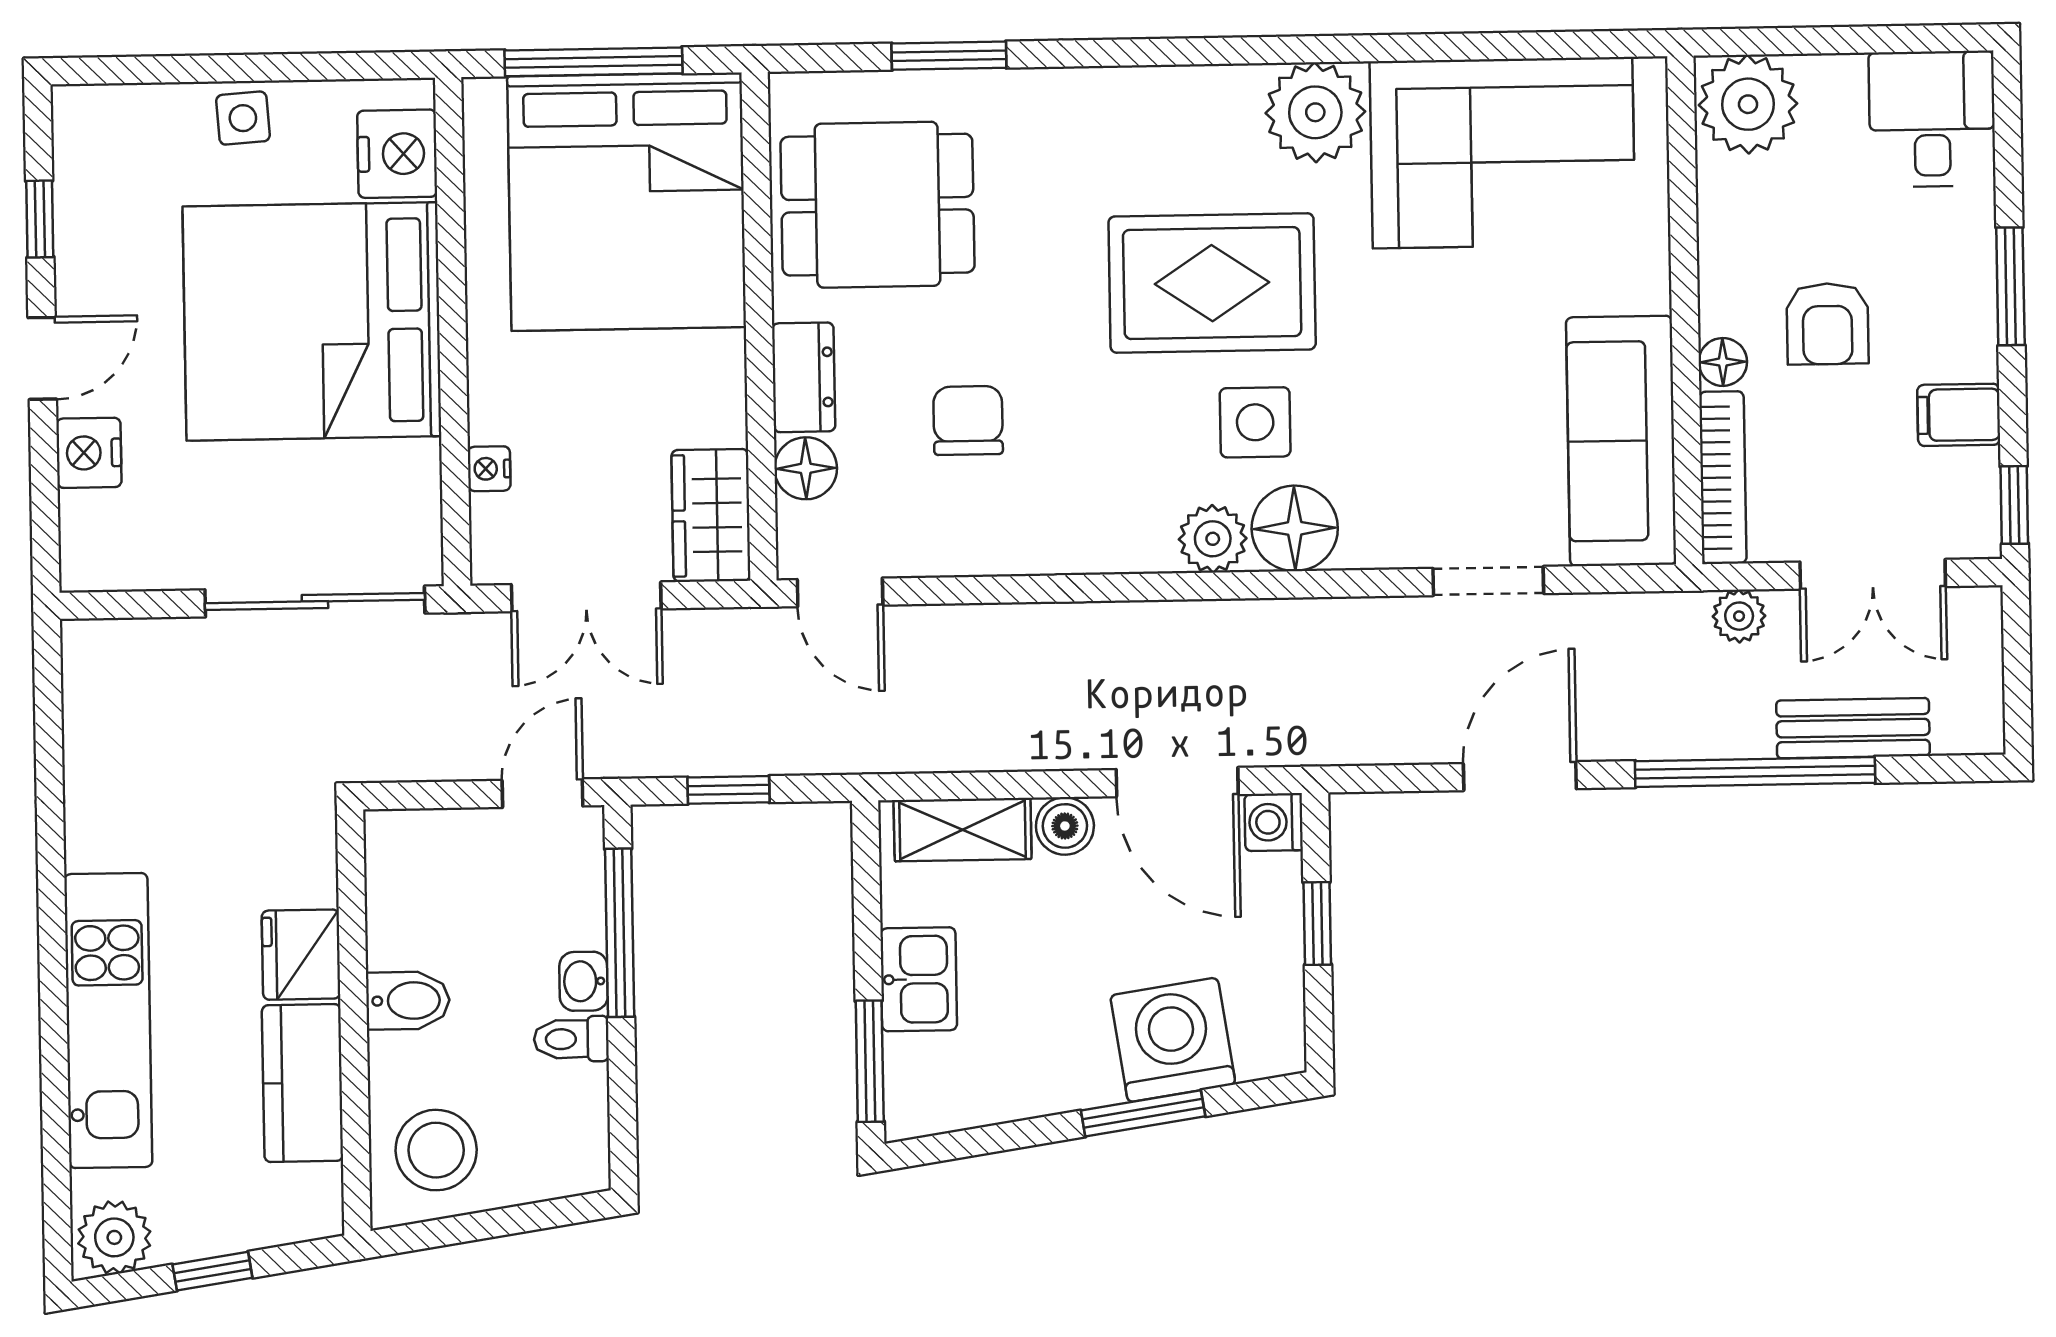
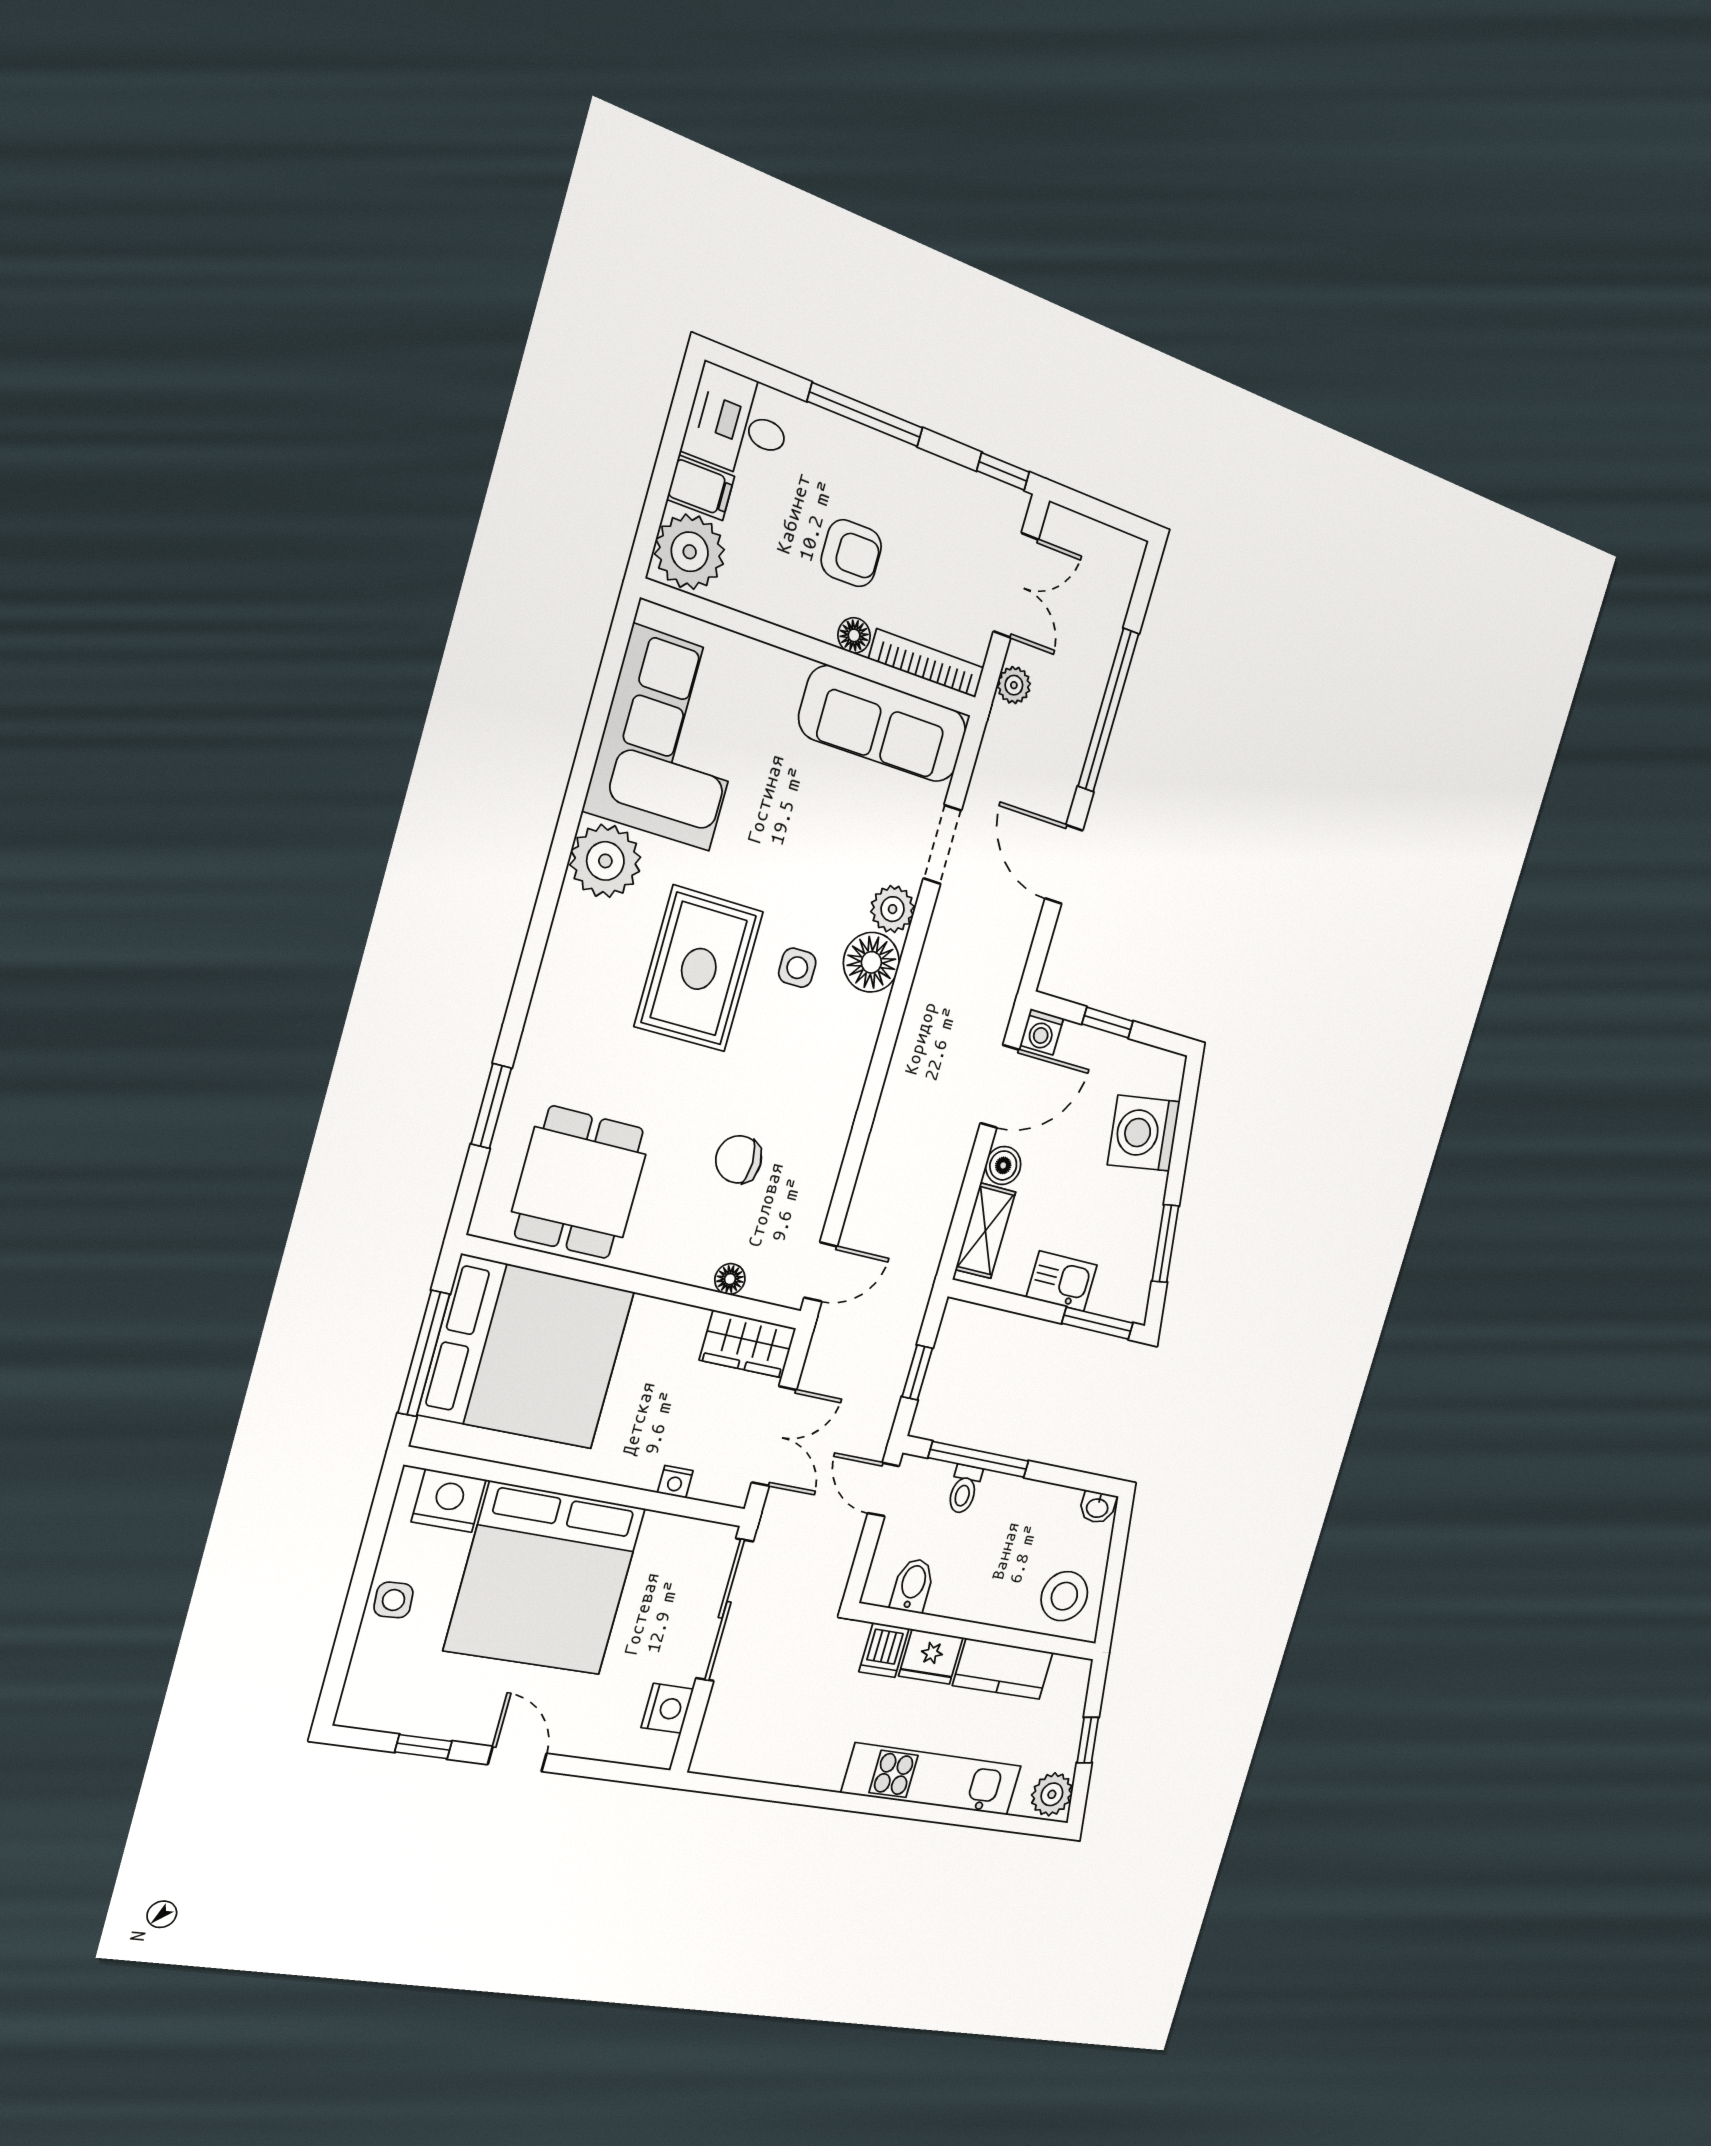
window: (2010, 286) -> (865, 415), width x1.44
dresser: (804, 377) -> (678, 1262), removed
filing cabinet: (1959, 415) -> (701, 488), moved, turned -90
side table: (1255, 422) -> (797, 968), width x0.73, depth x0.73
nightstand: (89, 453) -> (667, 1708), moved, turned -90
floor lamp: (806, 468) -> (730, 1279), width x0.73, depth x0.73
plant: (1213, 539) -> (893, 909), moved
bench: (1853, 728) -> (1103, 636), removed
dishwasher: (298, 874) -> (884, 1650), added
washbasin: (584, 981) -> (1097, 1507), moved
bidet: (408, 1001) -> (913, 1585), moved
toilet: (571, 1039) -> (964, 1489), moved
window: (1143, 1113) -> (1165, 1244), moved

